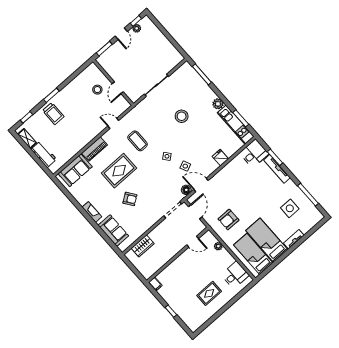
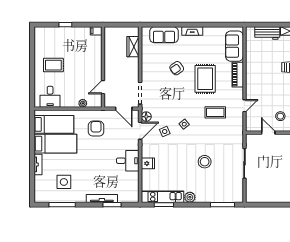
desk: (254, 153) -> (128, 161), moved, turned -90
rug: (209, 293) -> (53, 65), turned 90

